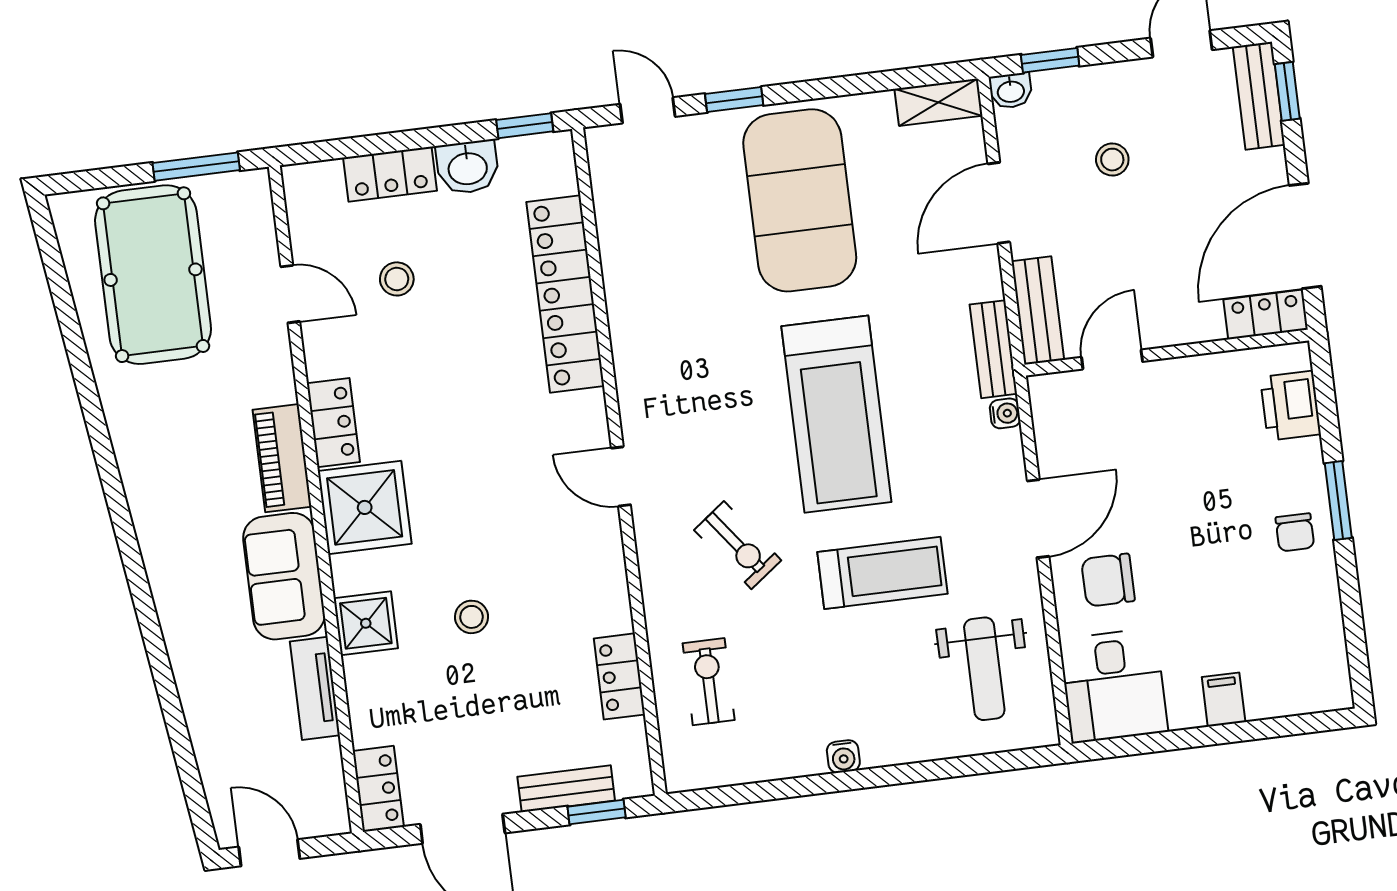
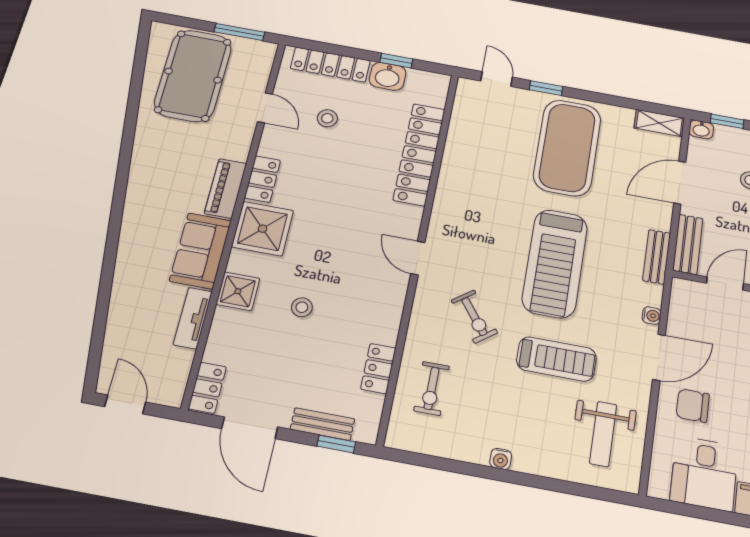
window: (525, 126) -> (396, 61), moved
locker: (390, 174) -> (330, 65), width x1.53
water cooler: (1005, 413) -> (652, 316), moved
exercise bike: (709, 682) -> (432, 388), turned 180
desk: (1113, 686) -> (704, 473), moved

